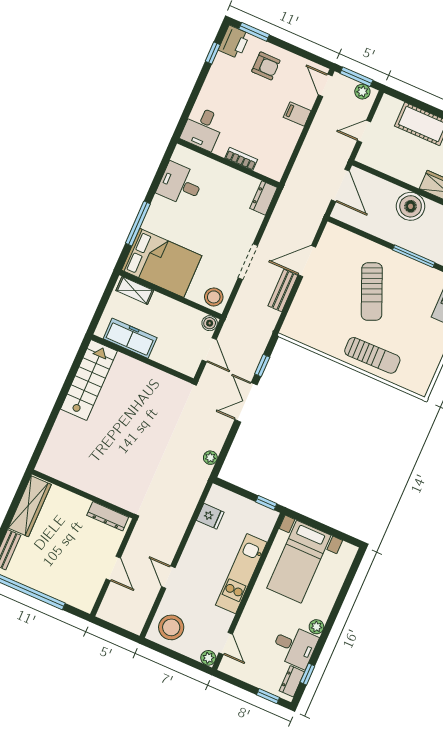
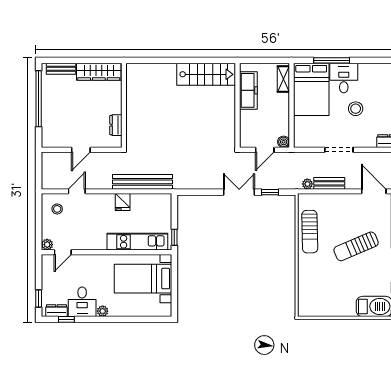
desk: (180, 184) -> (344, 78), moved
door: (307, 261) -> (374, 191), moved
stool: (214, 297) -> (356, 109), moved
sun lounger: (372, 355) -> (310, 232), moved
plant: (210, 458) -> (307, 184), moved
bench: (184, 512) -> (143, 182), added
dresser: (108, 516) -> (116, 125), width x0.70
fridge: (210, 516) -> (123, 202), moved
kitchen unit: (241, 574) -> (137, 242), moved
door: (168, 577) -> (77, 191), moved
stool: (171, 627) -> (57, 209), width x0.53, depth x0.53

